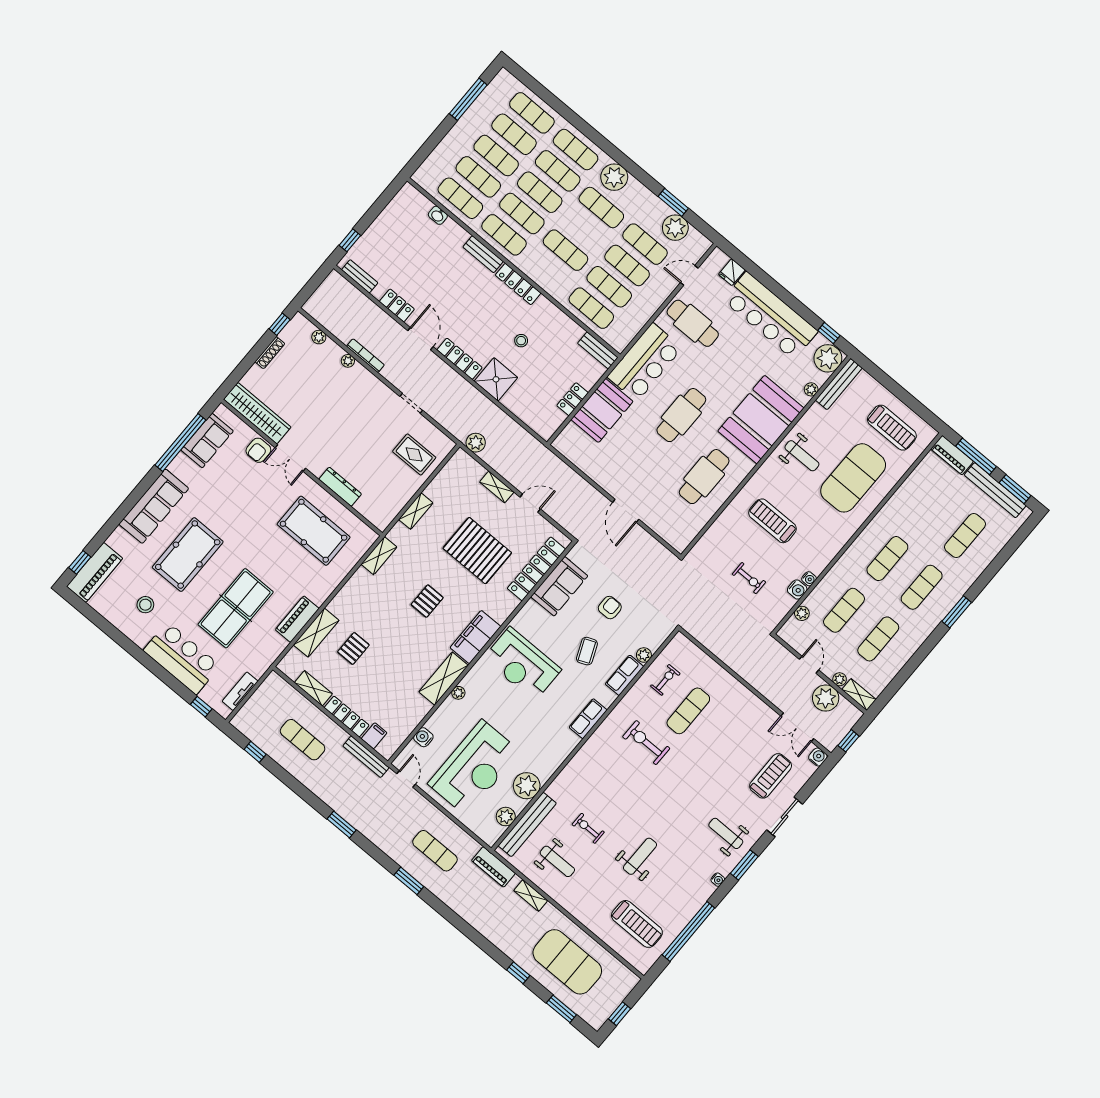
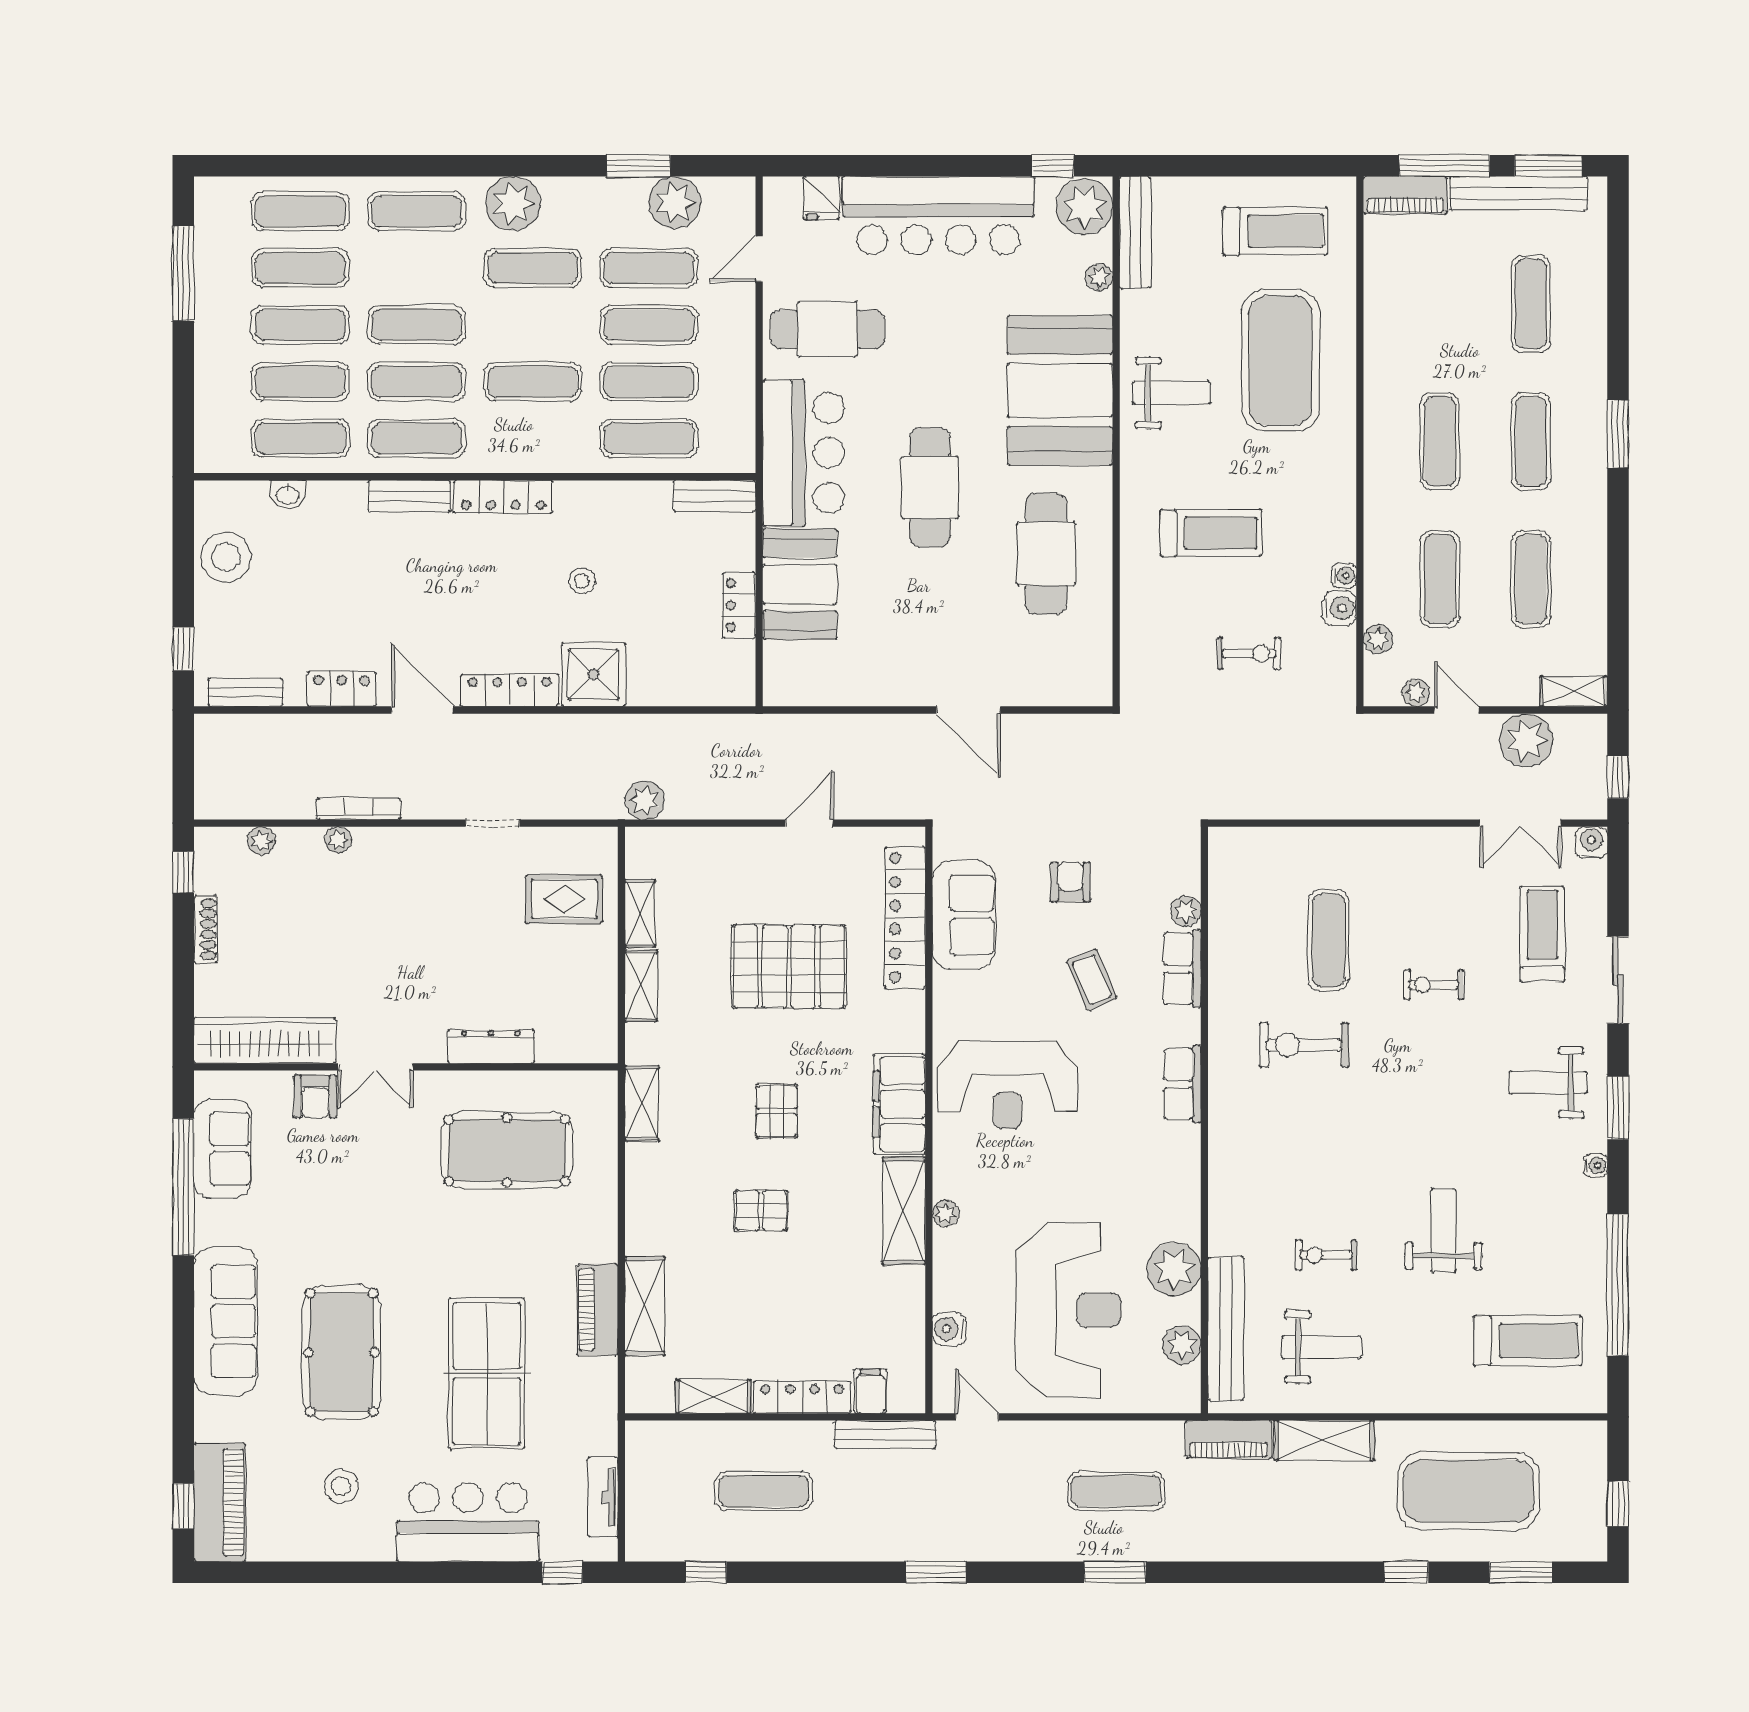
exercise mat: (558, 171) -> (417, 268), removed
stool: (395, 219) -> (226, 557), added
shelving: (497, 487) -> (640, 913), moved, turned 90
treadmill: (772, 521) -> (1211, 533), turned 180
pallet: (353, 648) -> (761, 1211), moved, turned 90
plant: (840, 679) -> (1416, 693), moved
exercise bike: (665, 680) -> (1434, 985), moved, turned -90
shelving: (531, 895) -> (1324, 1440), width x1.50, depth x1.33

